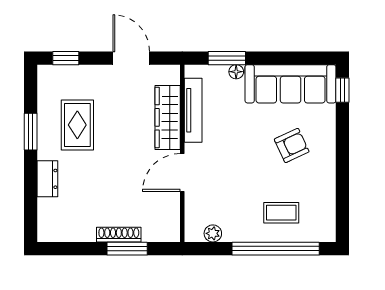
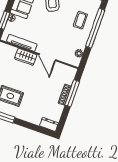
wardrobe: (168, 117) -> (26, 57), width x0.67
dresser: (47, 179) -> (49, 124), moved
window: (127, 249) -> (72, 93), width x1.44

